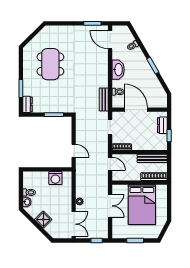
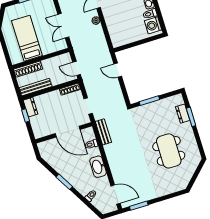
dresser: (28, 104) -> (183, 114), moved
dresser: (162, 125) -> (30, 107), moved
washing machine: (55, 178) -> (153, 25), moved, turned -90
bed: (142, 205) -> (27, 38), width x0.67

